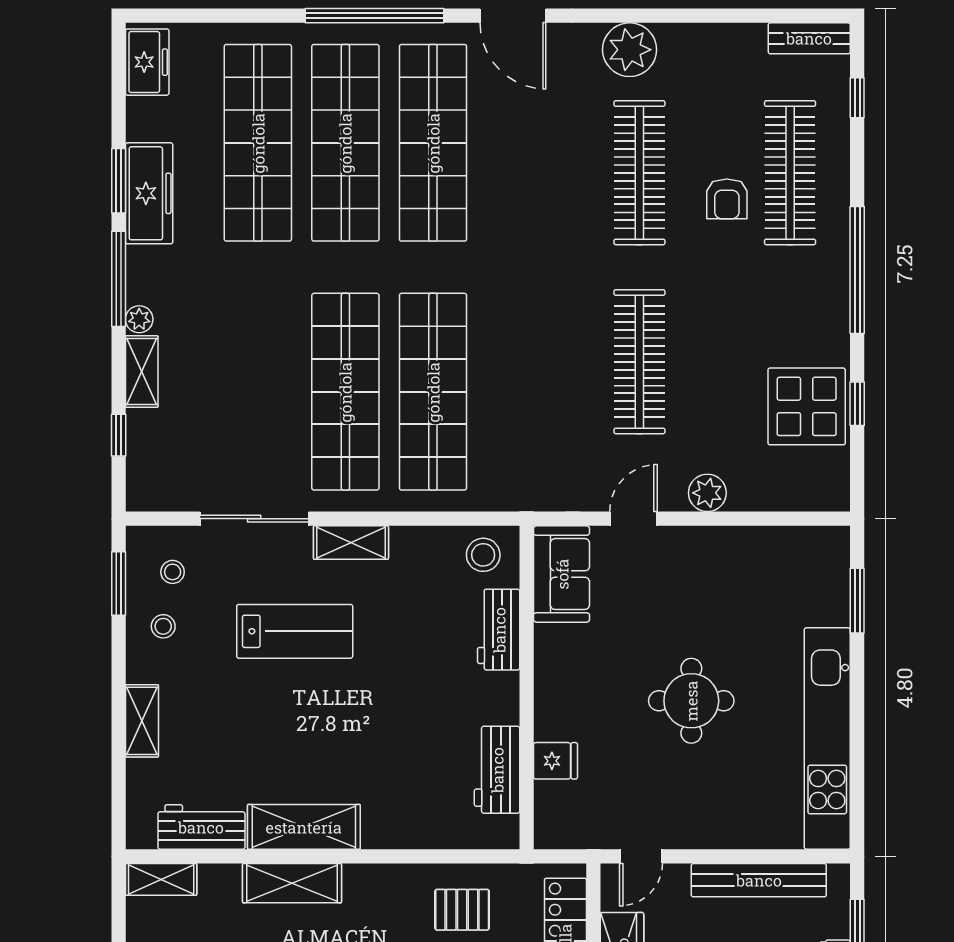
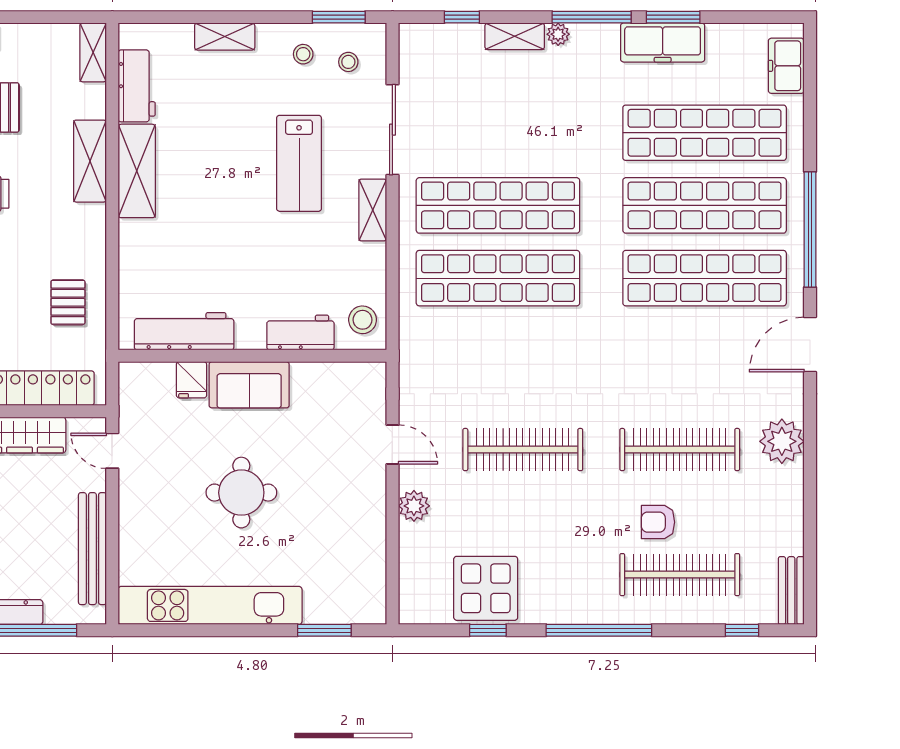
freezer: (147, 62) -> (786, 66), moved, turned 90
sofa: (562, 574) -> (249, 385), moved
workbench: (497, 770) -> (184, 331), width x1.38

